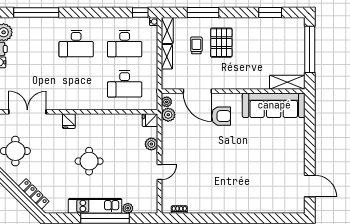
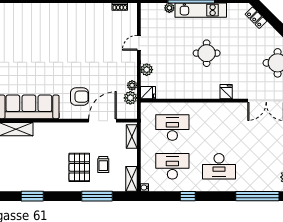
window: (140, 13) -> (188, 196), moved
desk: (76, 44) -> (219, 166), turned 180
shelving: (167, 57) -> (132, 137), moved
door: (197, 91) -> (102, 121), hinge flipped
plant: (167, 102) -> (132, 85), moved
armchair: (221, 116) -> (79, 97), turned 180
locker: (34, 194) -> (256, 18), width x0.66

